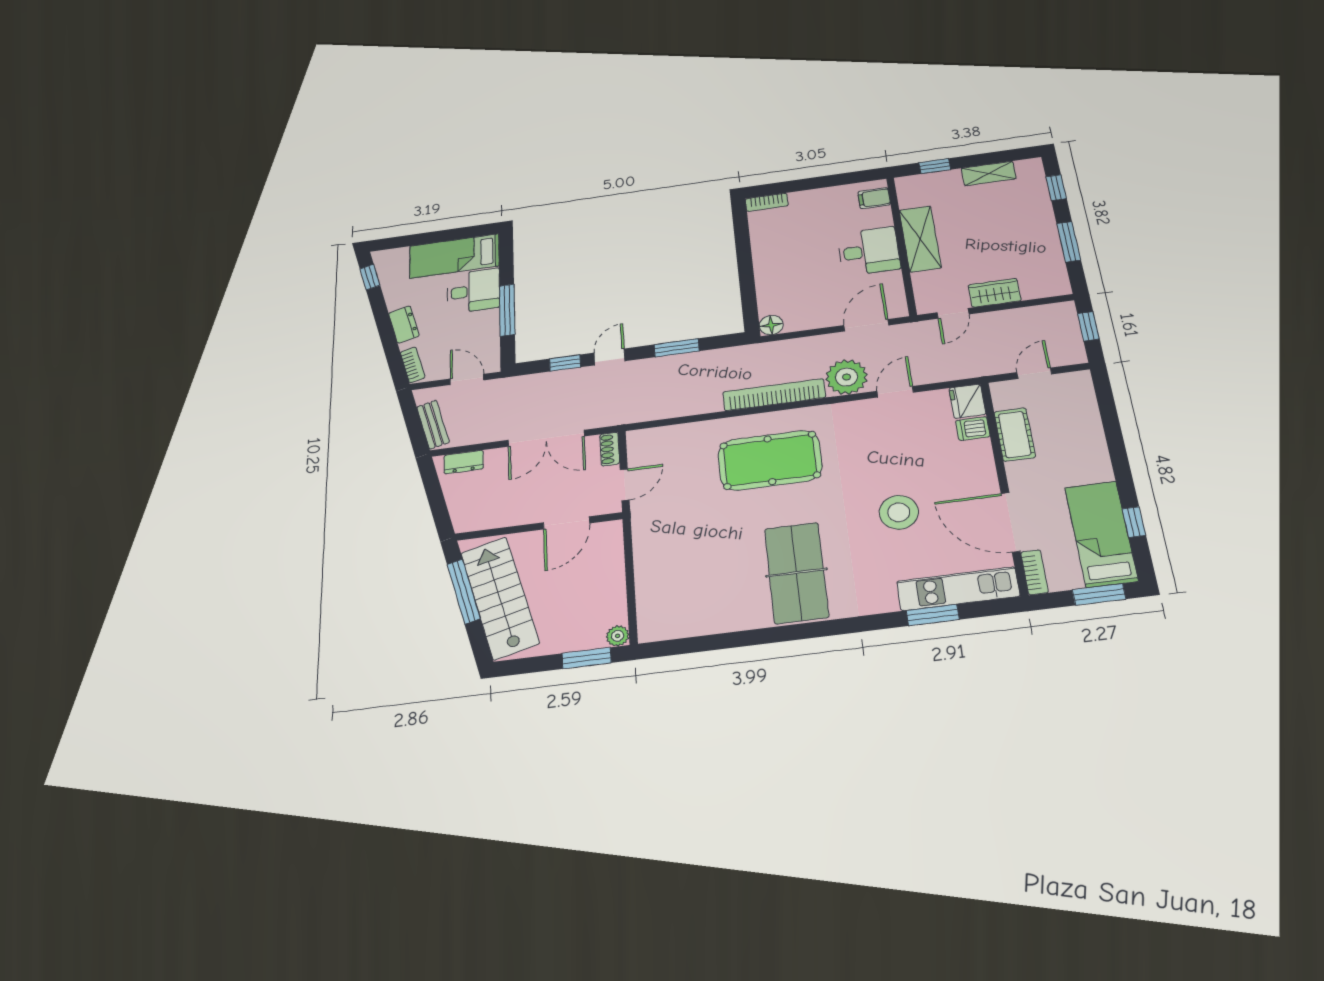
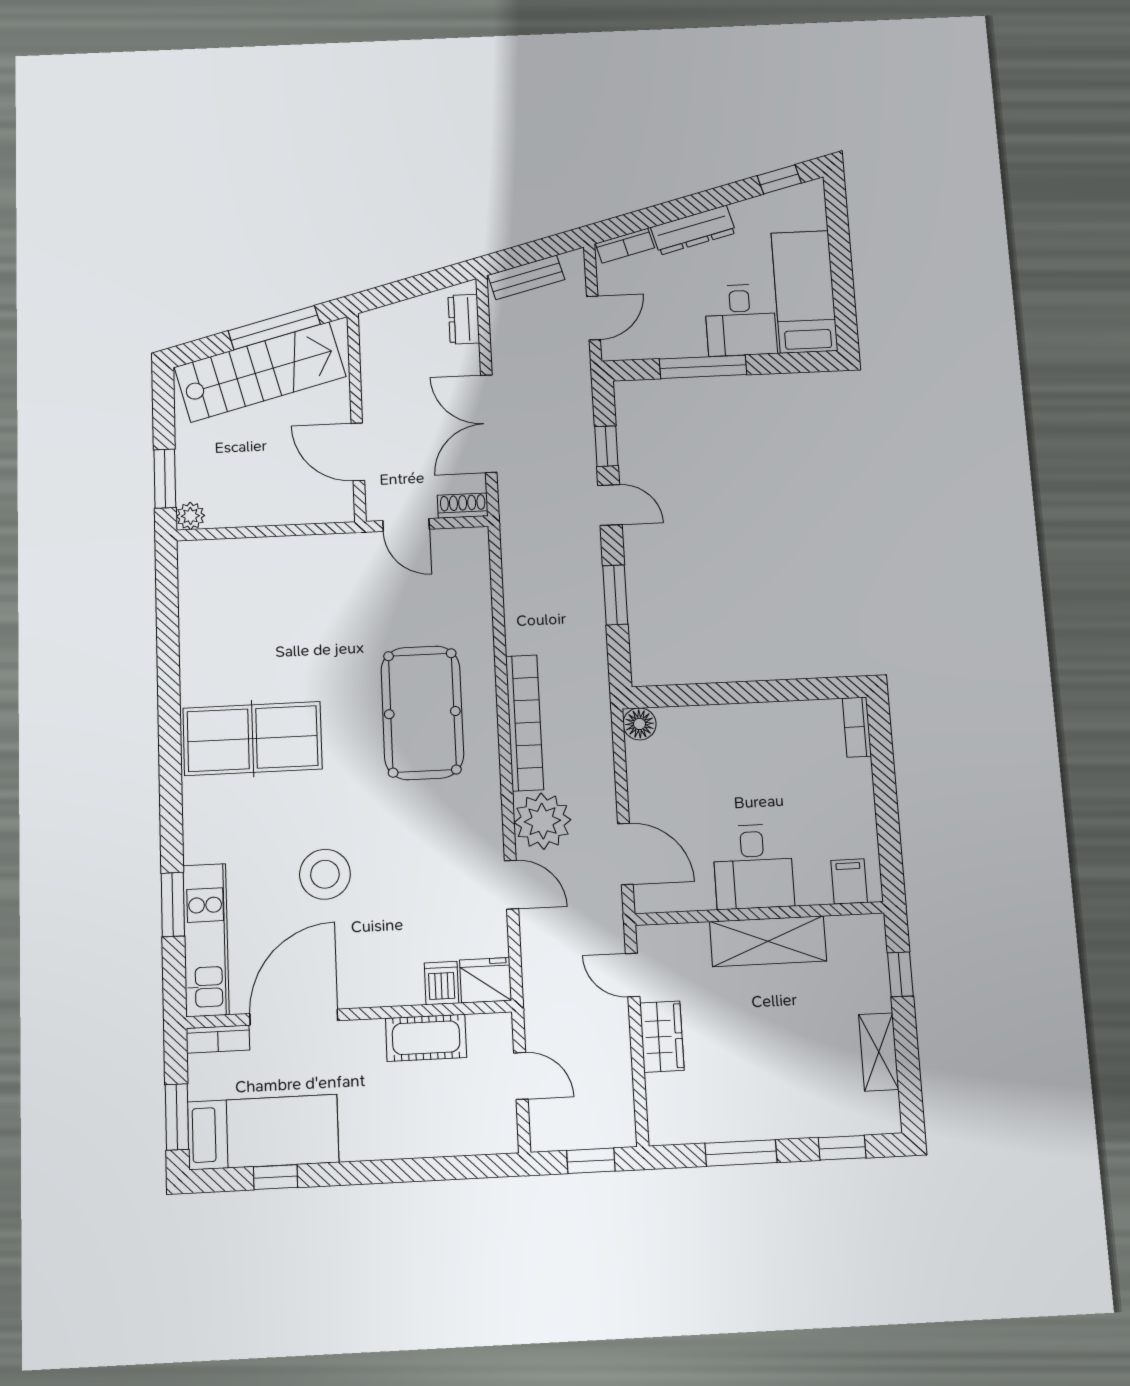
dresser: (404, 324) -> (693, 230), width x1.44

